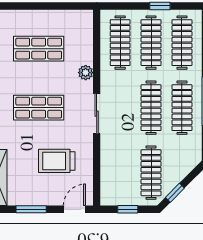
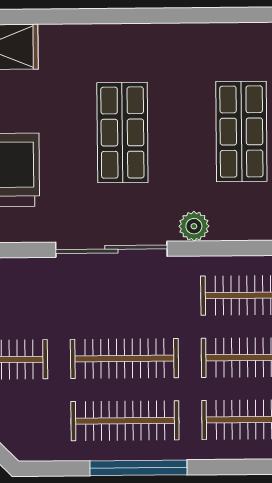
sliding door: (97, 114) -> (111, 249), width x1.37

